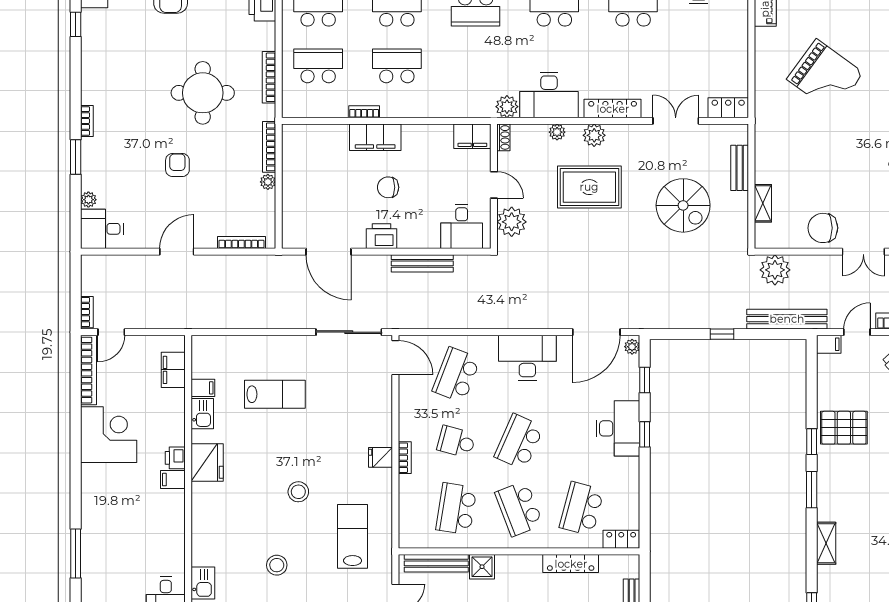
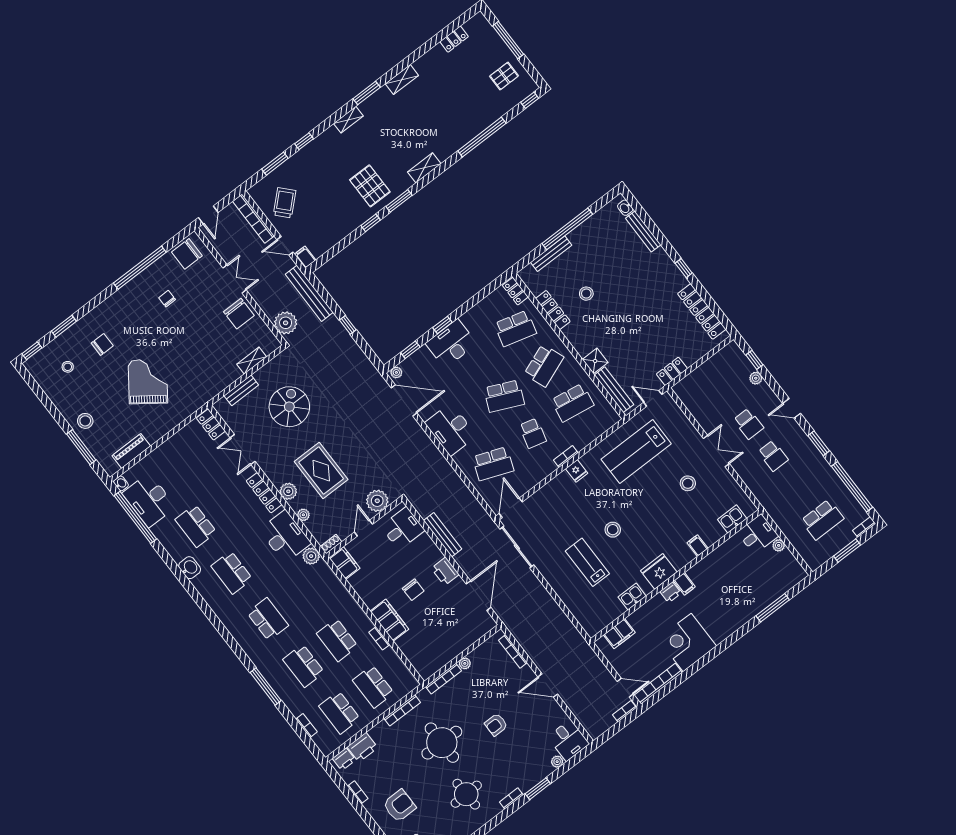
round table: (128, 77) -> (466, 794), added
filing cabinet: (203, 388) -> (697, 546), moved
pallet: (844, 428) -> (370, 186), moved
stool: (298, 492) -> (613, 530), moved
lab bench: (353, 536) -> (636, 452), width x1.36, depth x1.39

